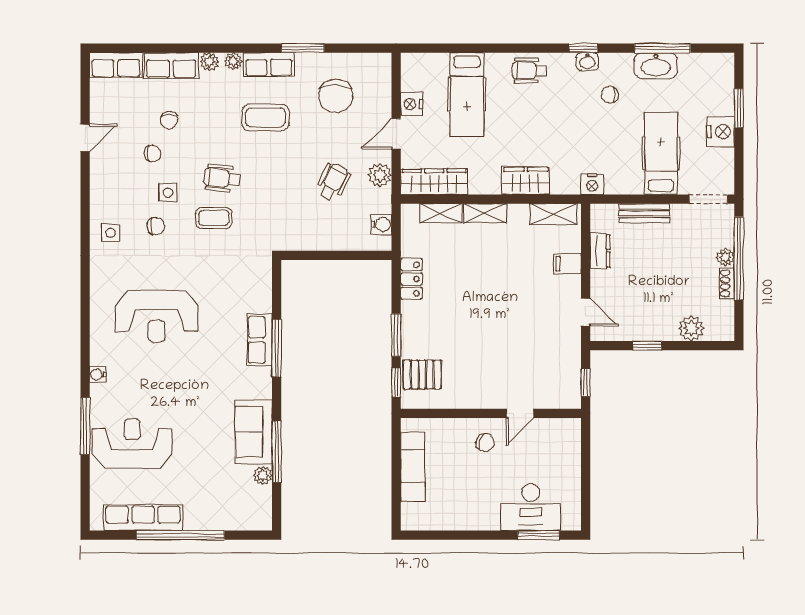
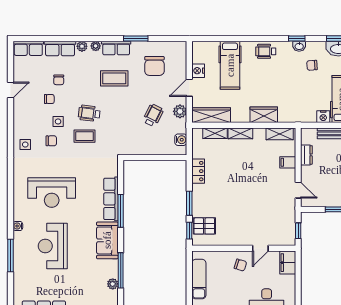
nightstand: (592, 184) -> (323, 117), moved
row of seats: (260, 340) -> (111, 199), width x1.48
sofa: (254, 432) -> (107, 240), moved
filing cabinet: (567, 438) -> (288, 263), added
reception desk: (132, 444) -> (53, 246), moved, turned -90

